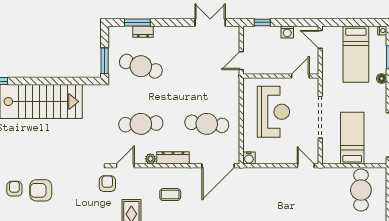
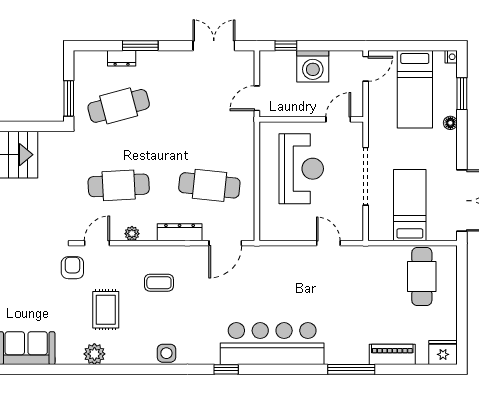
window: (137, 22) -> (140, 46), moved
washing machine: (287, 32) -> (313, 66), width x1.89, depth x1.89
door: (320, 39) -> (366, 69), swing flipped
cafe table: (141, 66) -> (119, 106), turned -33
dresser: (173, 158) -> (180, 232), moved
water cooler: (249, 158) -> (268, 232), removed
door: (218, 166) -> (225, 243), width x0.73
door: (306, 166) -> (328, 243), moved

